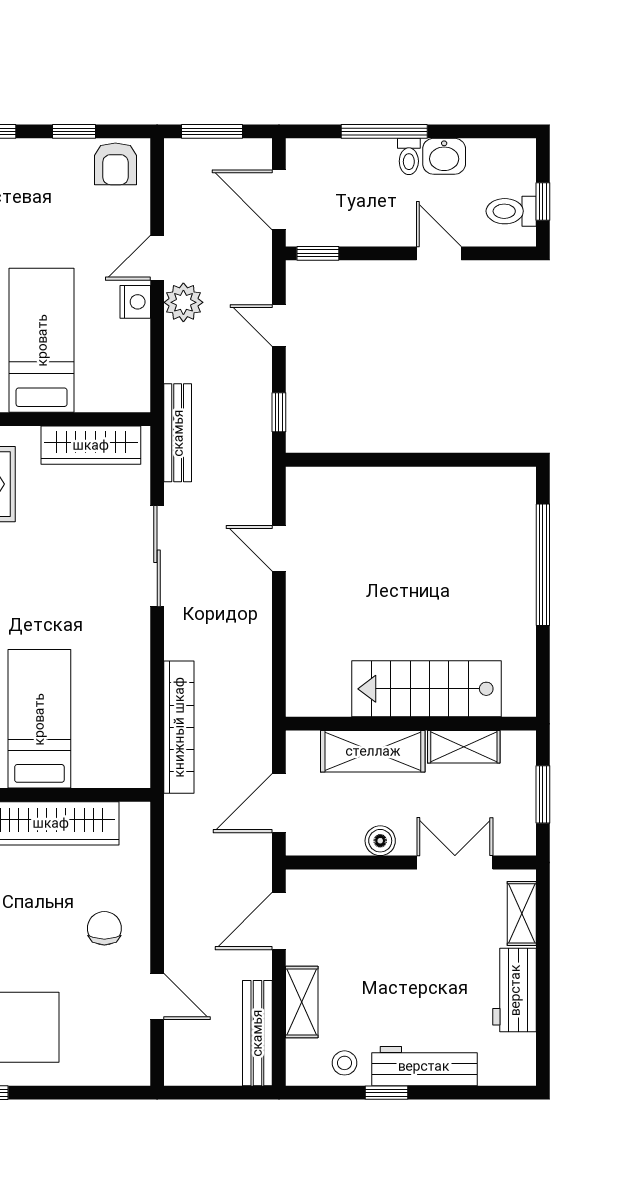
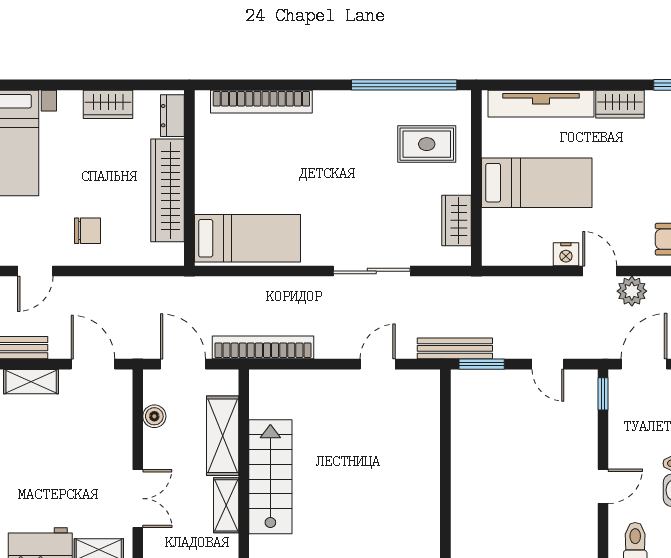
plant: (183, 302) -> (632, 291), moved
door: (279, 325) -> (548, 364), swing flipped
window: (279, 412) -> (482, 364), width x1.50
bench: (178, 433) -> (455, 348), moved
wardrobe: (91, 445) -> (457, 220), width x0.67
bed: (39, 719) -> (248, 238), moved
bookcase: (179, 727) -> (263, 347), moved, turned 180
boiler: (380, 841) -> (154, 416), moved

